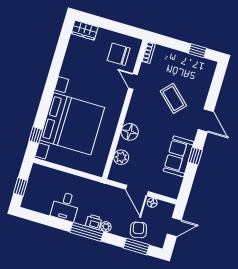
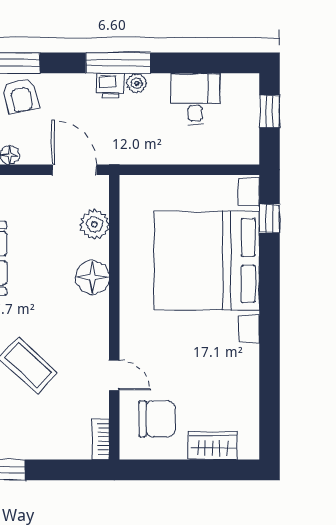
wardrobe: (85, 30) -> (213, 446), moved
door: (137, 190) -> (74, 170), moved
desk: (65, 206) -> (195, 99), moved
plant: (106, 227) -> (137, 83), moved

